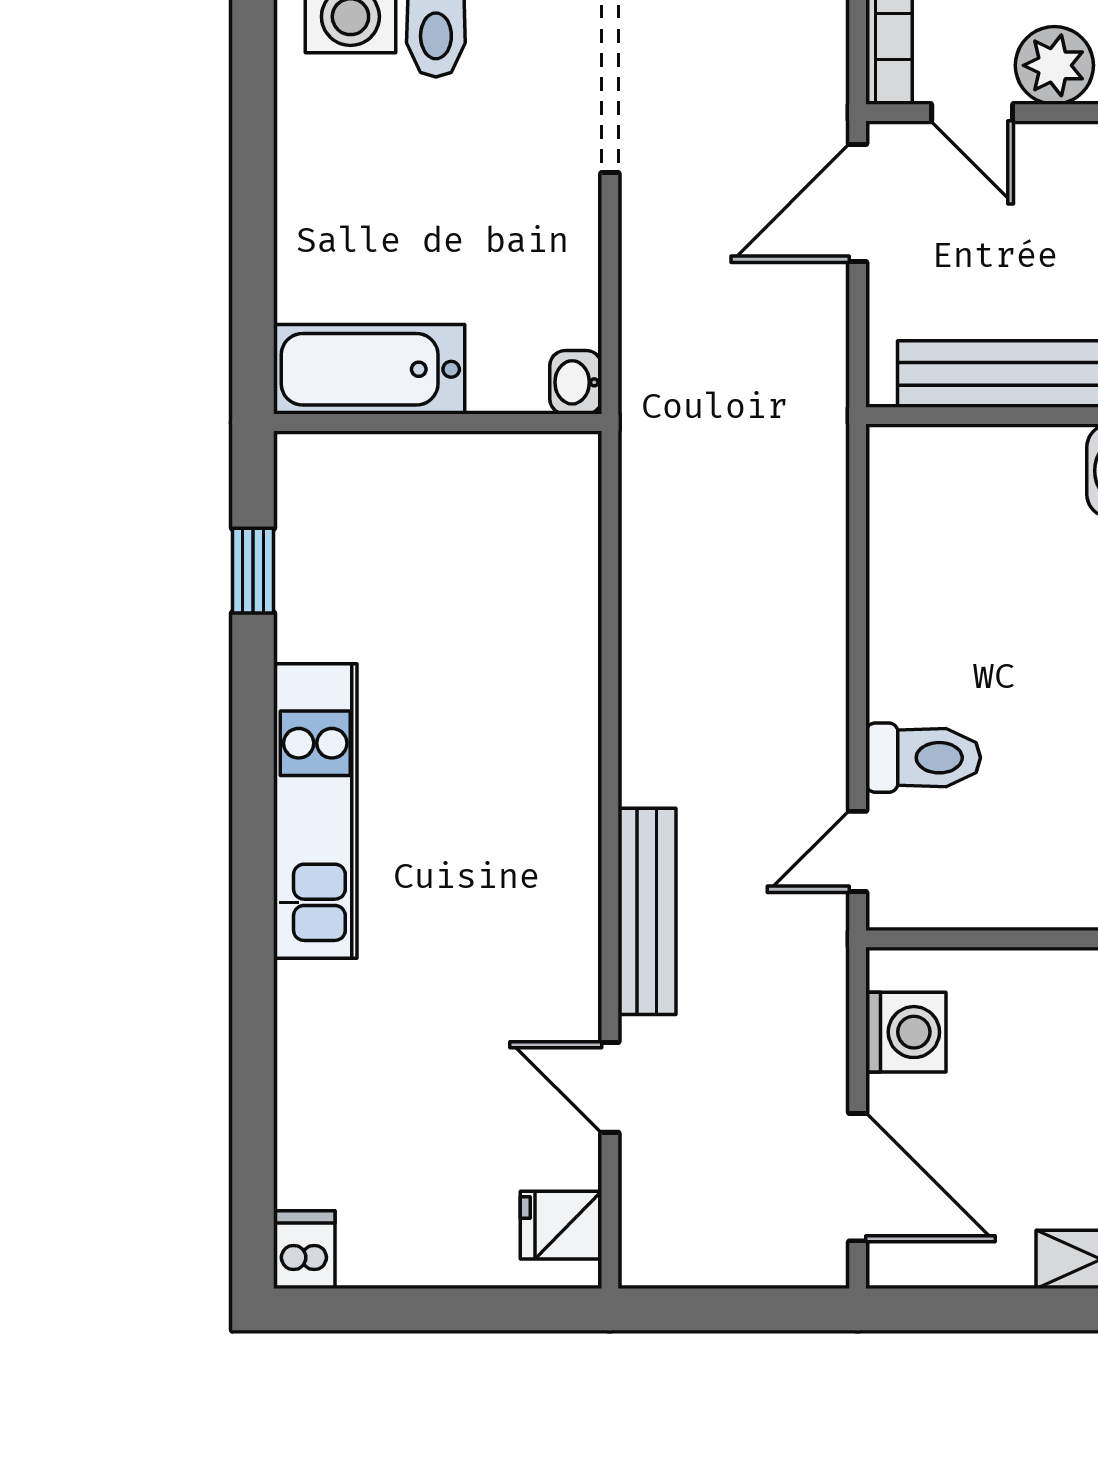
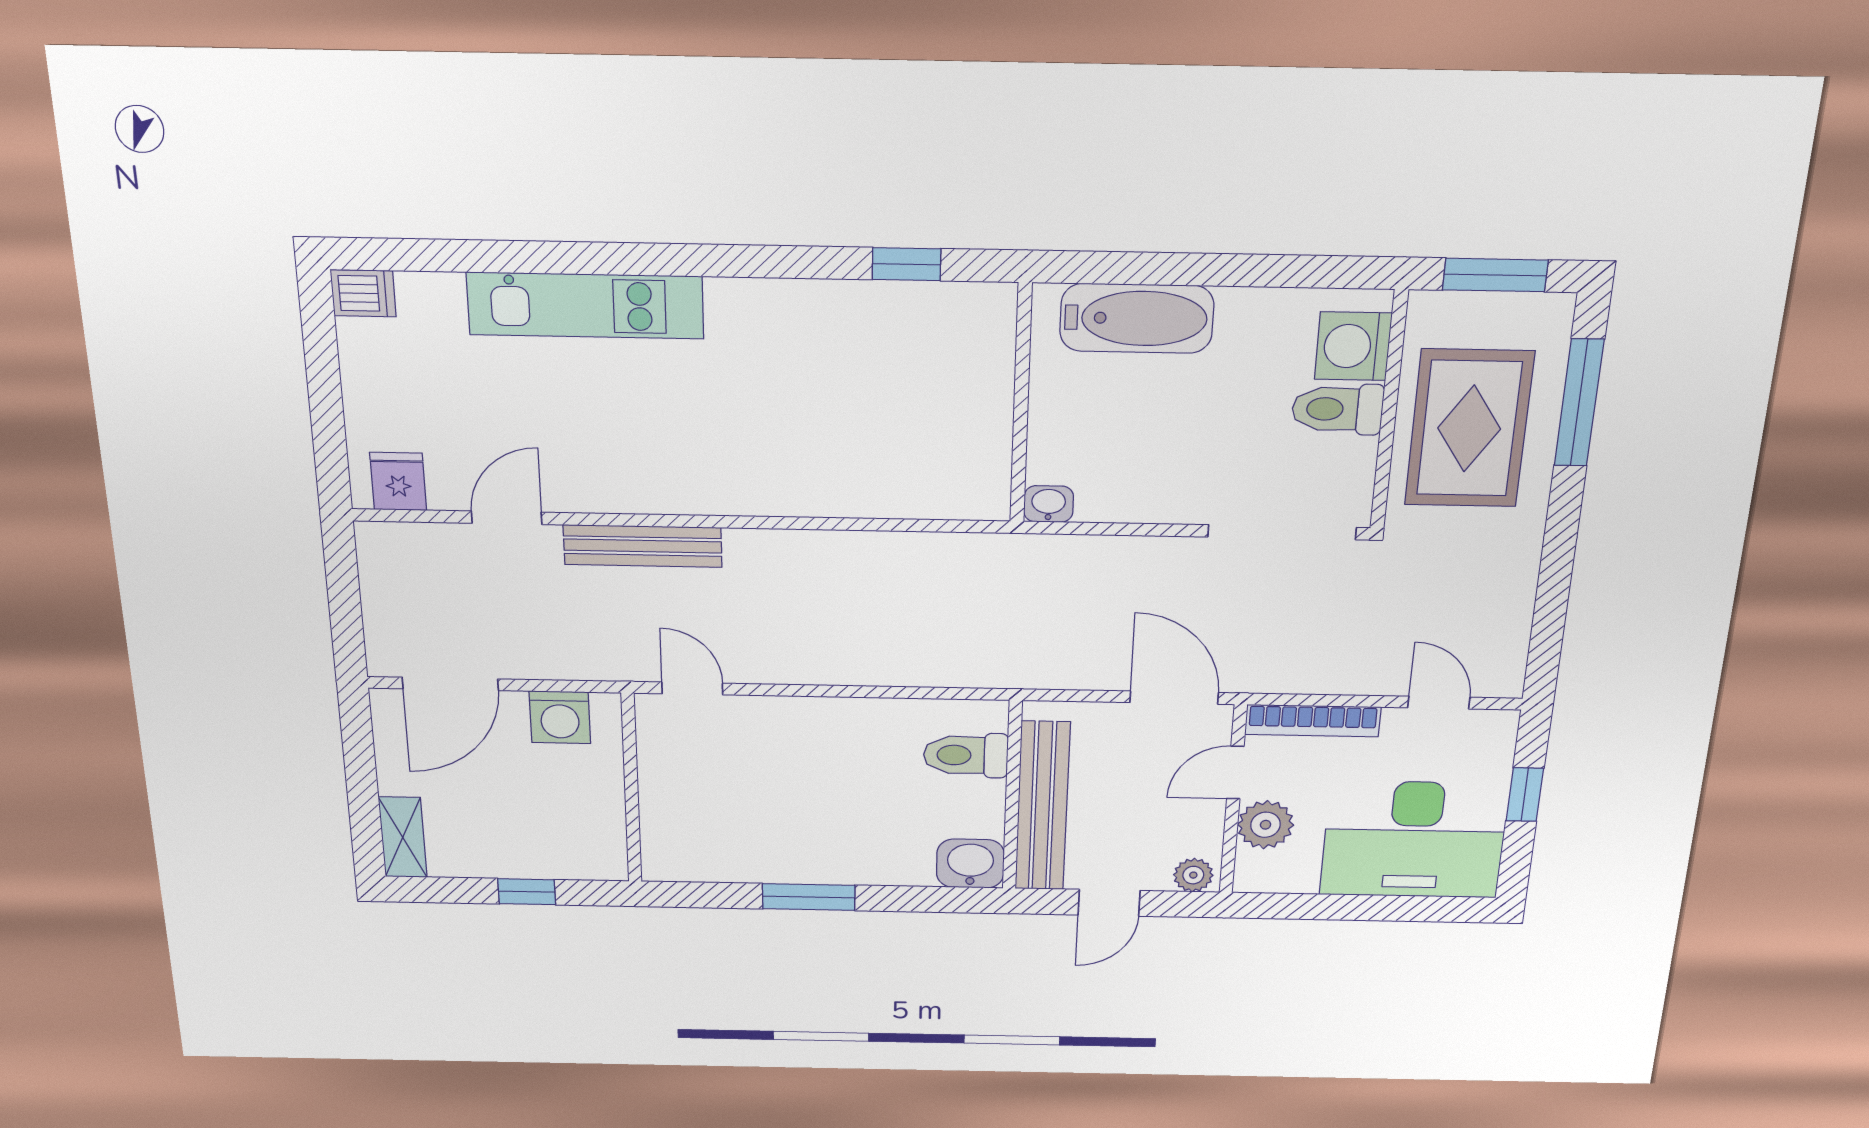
bathtub: (369, 369) -> (1137, 318), moved, turned 90
toilet: (923, 758) -> (966, 755), moved, turned 90
kitchen unit: (315, 811) -> (585, 306), moved

